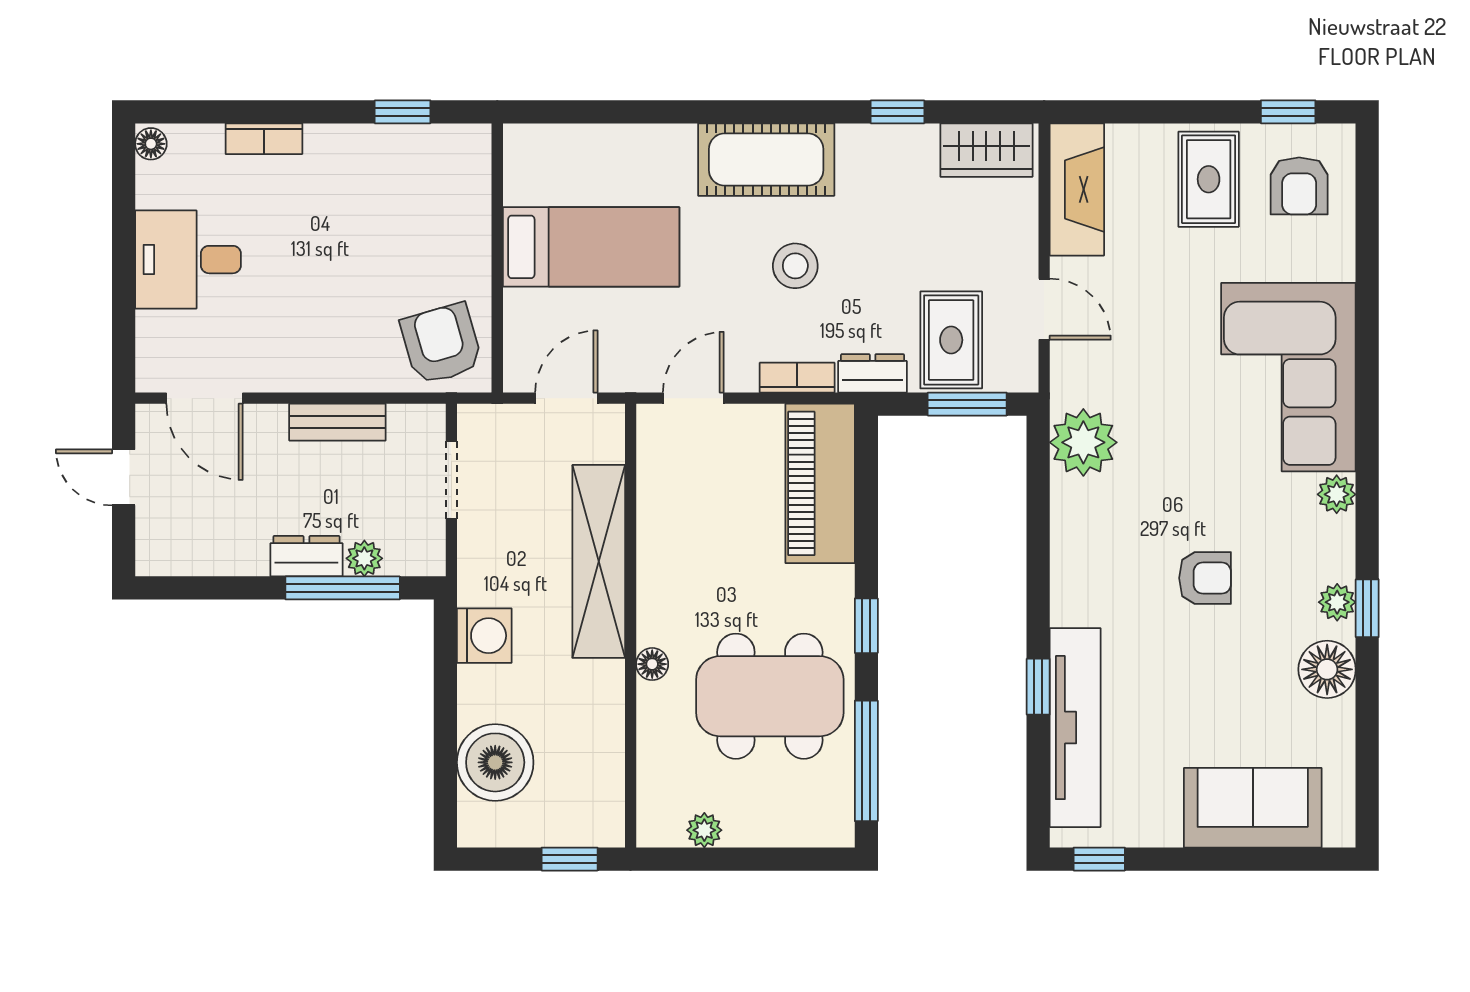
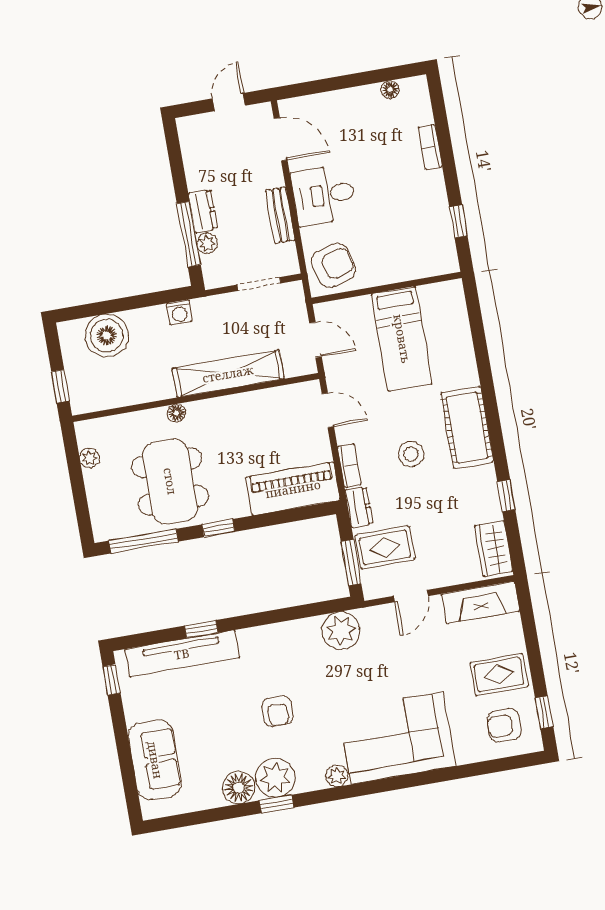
floor lamp: (151, 144) -> (390, 90), moved
desk: (188, 260) -> (324, 195), moved, turned -90
door: (205, 398) -> (281, 139), swing flipped
plant: (1337, 602) -> (275, 778), width x1.88, depth x1.88
washing machine: (484, 636) -> (179, 312), width x0.73, depth x0.73

